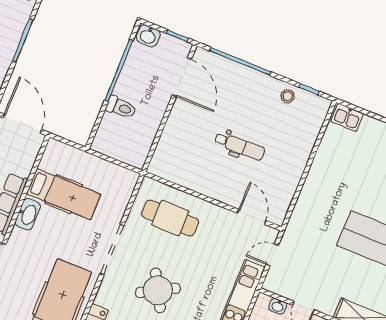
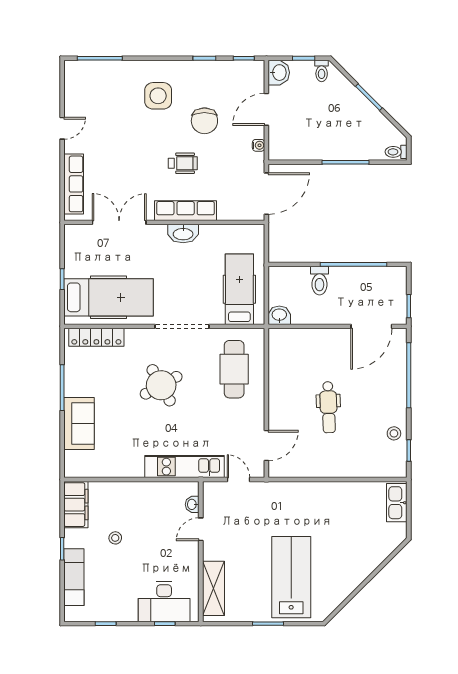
washbasin: (148, 36) -> (279, 315), moved, turned 90
kitchen sink: (347, 117) -> (397, 503), width x1.38
hospital bed: (64, 194) -> (239, 289), moved, turned 180

